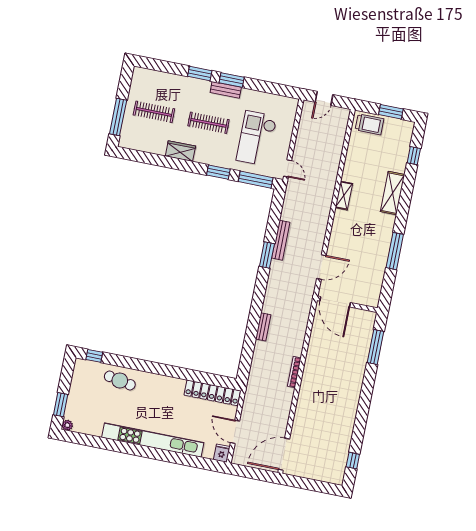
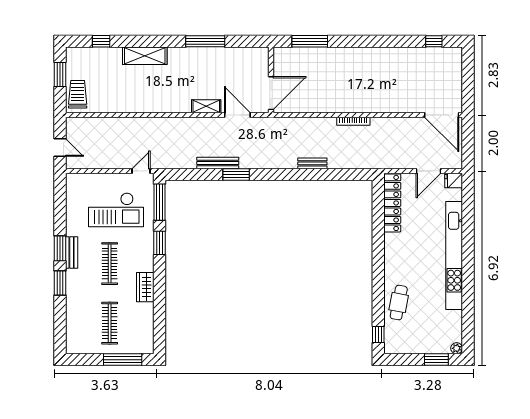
shelving: (344, 196) -> (206, 106), moved

